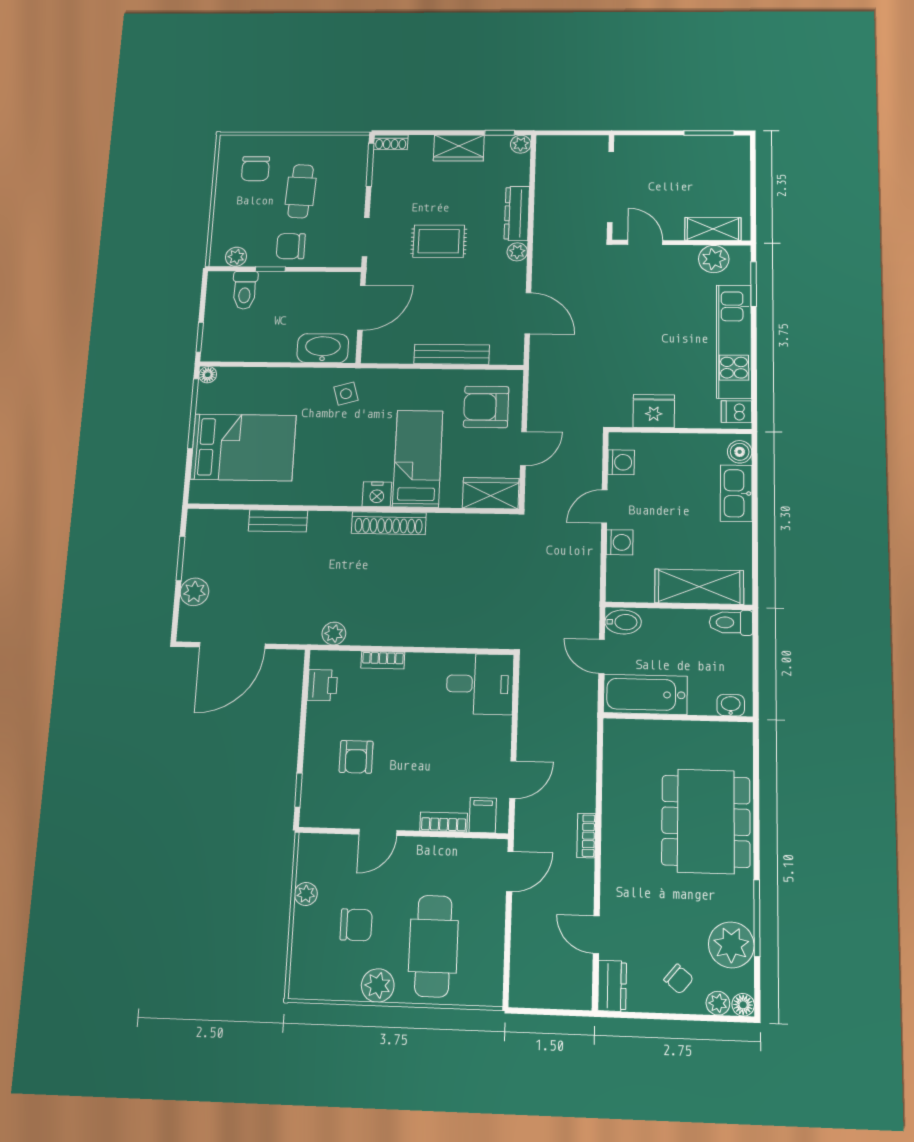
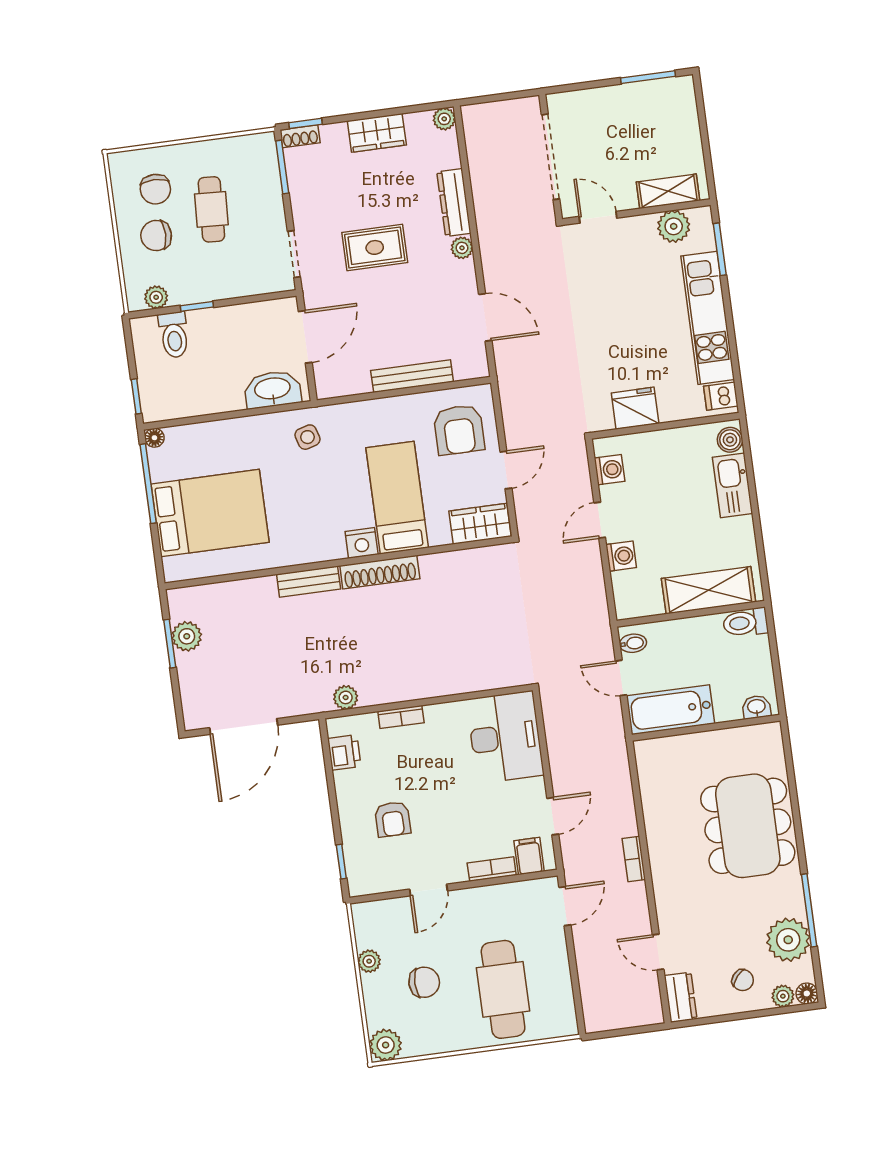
window: (500, 133) -> (305, 123), moved
chair: (291, 246) -> (156, 236), moved
armchair: (486, 407) -> (459, 430), turned -90
bench: (278, 521) -> (309, 582), moved
plant: (194, 592) -> (187, 636), moved
bidet: (623, 622) -> (633, 643), width x0.72, depth x0.74
desk: (480, 684) -> (505, 737), width x1.37
plant: (378, 985) -> (386, 1045), moved

